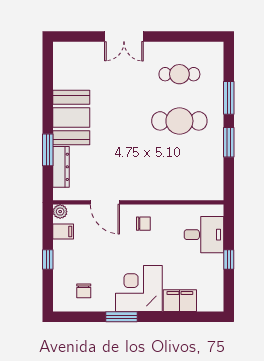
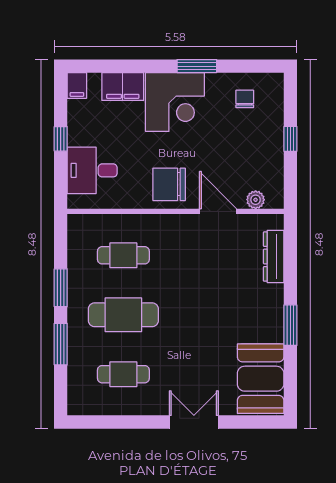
booth: (71, 118) -> (261, 379), moved
window: (48, 150) -> (290, 325), moved
cafe table: (179, 168) -> (123, 255), added
plant: (60, 212) -> (256, 200), moved
chair: (143, 224) -> (169, 184), width x1.87, depth x1.87
filing cabinet: (63, 231) -> (77, 85), moved, turned -90

